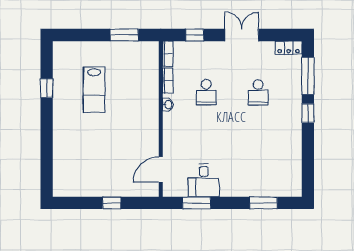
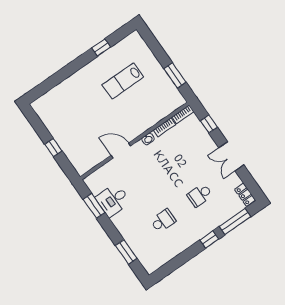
double door: (242, 35) -> (231, 156), swing flipped
school desk: (206, 92) -> (163, 221), moved, turned 180
door: (161, 169) -> (121, 151), moved

